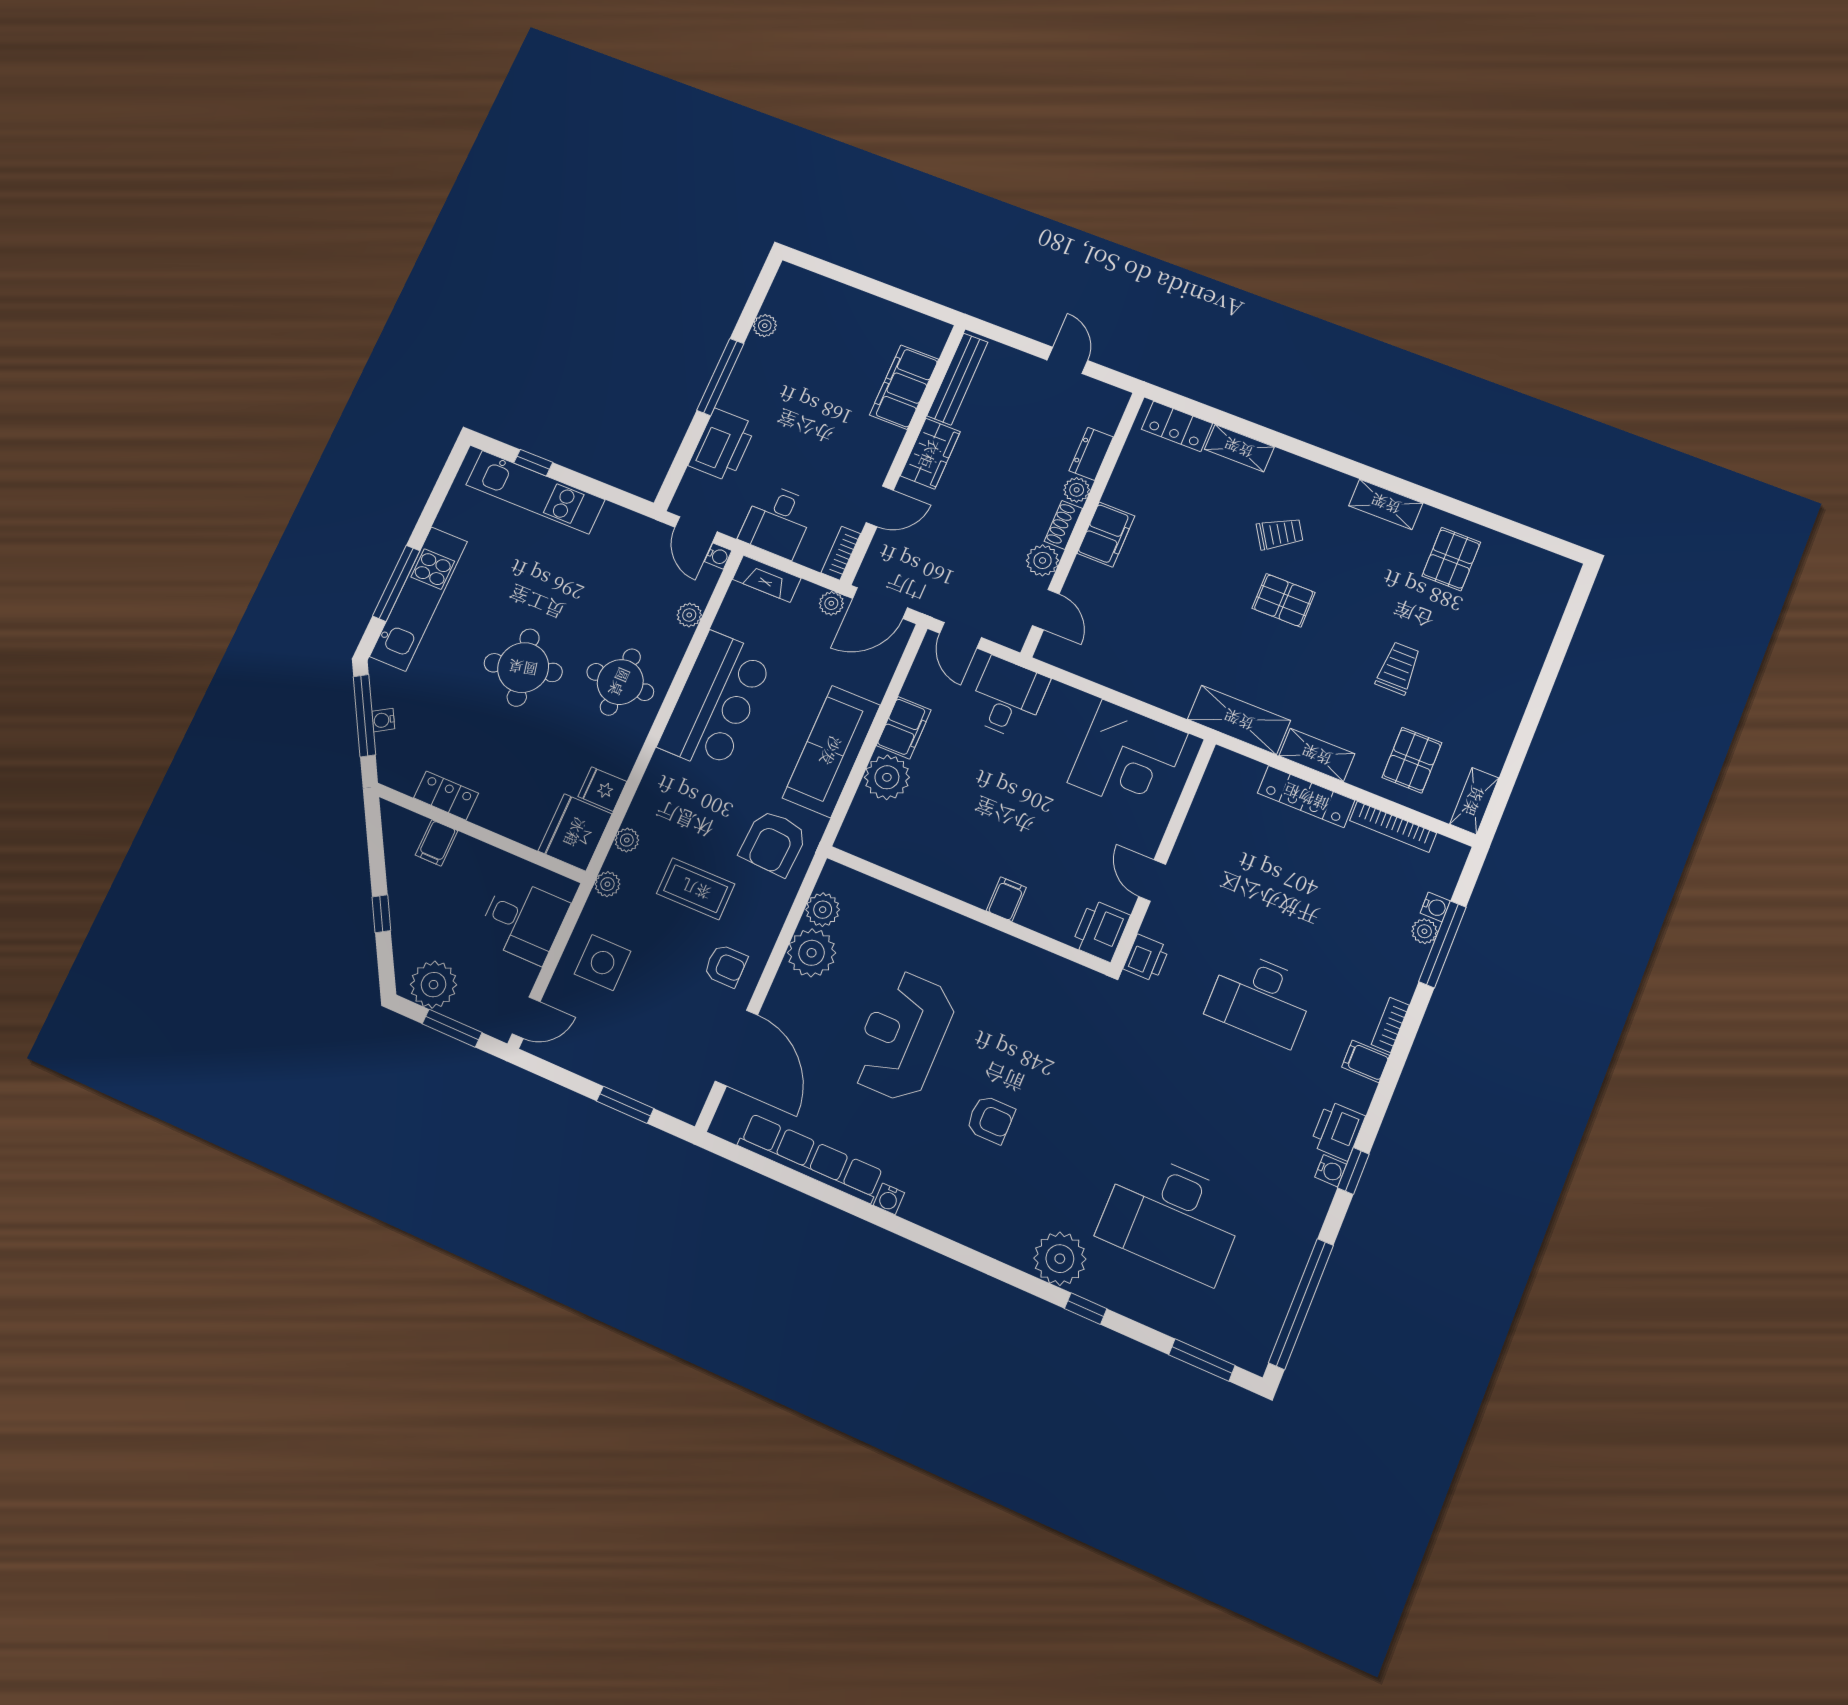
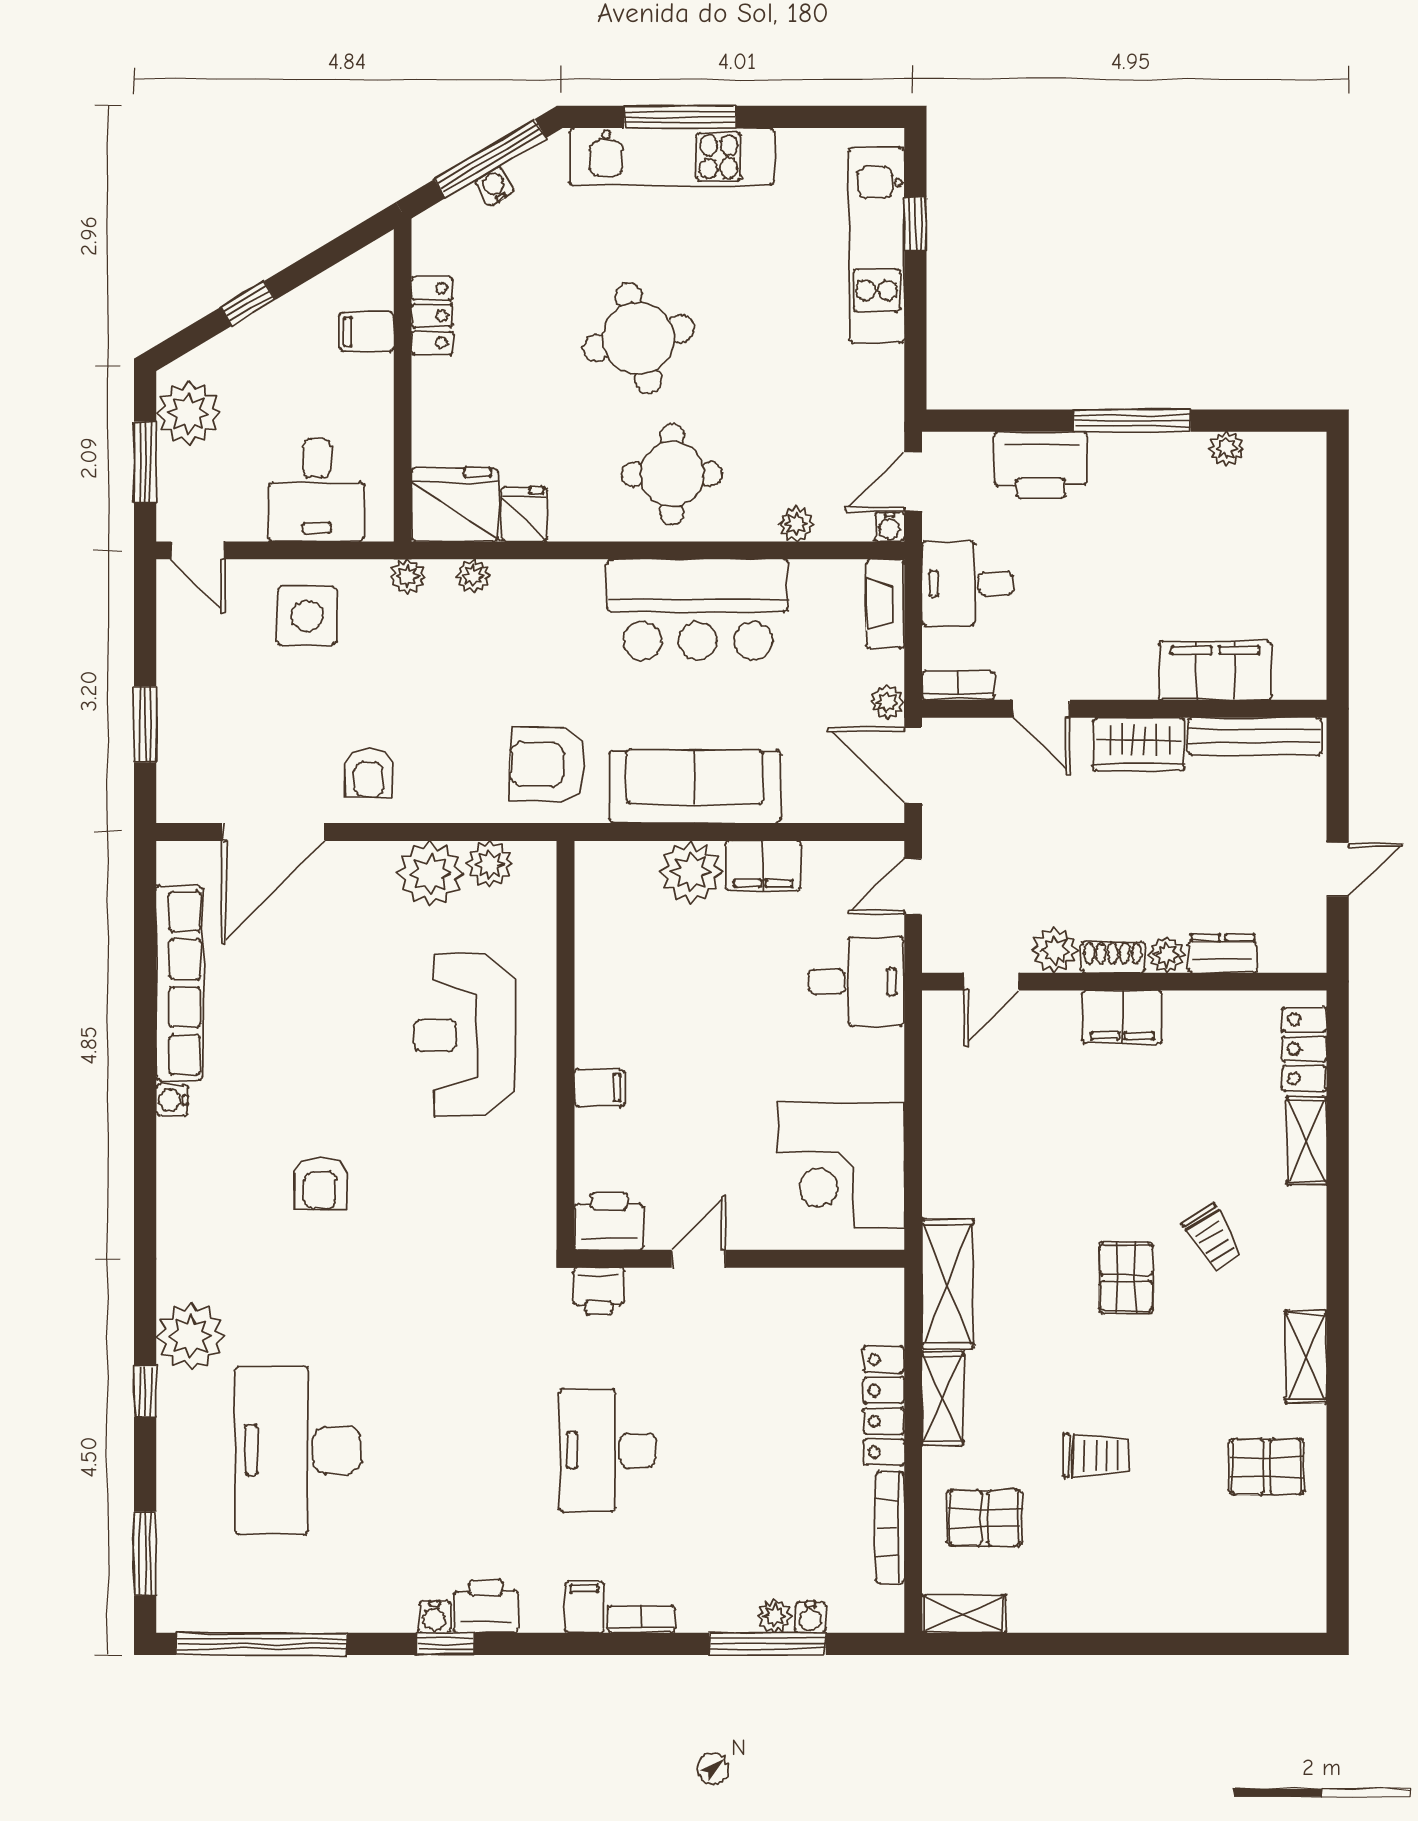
coffee table: (696, 889) -> (449, 692), removed
reception desk: (902, 1036) -> (464, 1035), moved, turned -90

